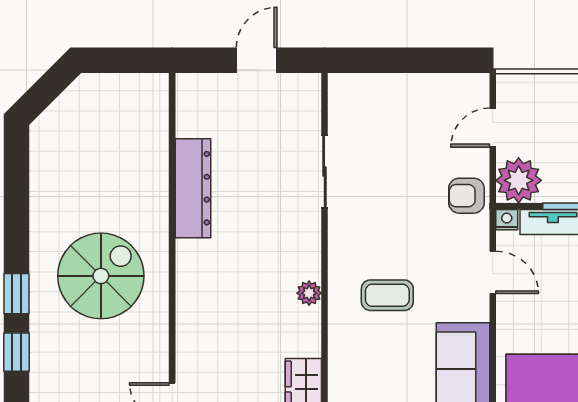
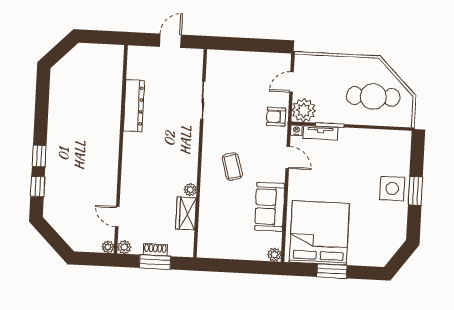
spiral stairs: (101, 276) -> (84, 149), removed
plant: (309, 293) -> (190, 190), moved
coffee table: (387, 295) -> (232, 167), turned 74

